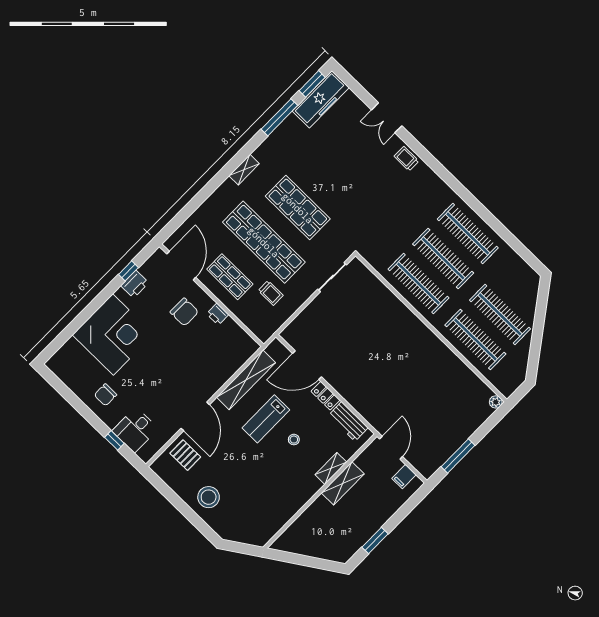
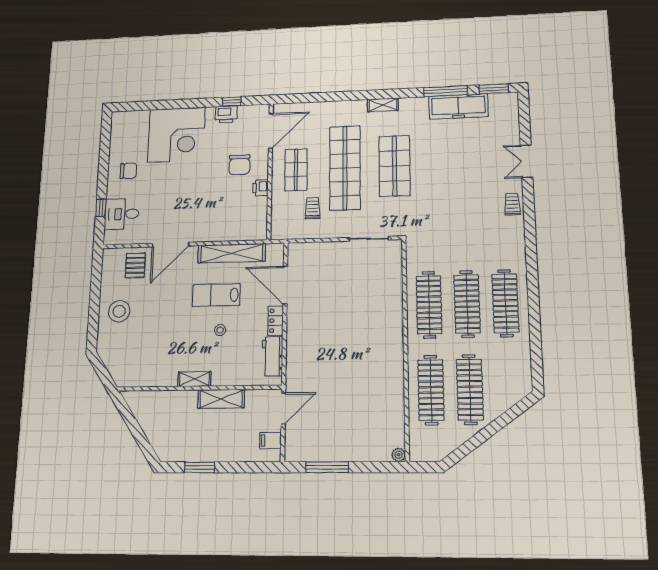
freezer: (321, 99) -> (458, 106), moved
trolley: (271, 293) -> (313, 208), turned 180
chair: (105, 395) -> (128, 171), turned 180
shelving: (331, 468) -> (194, 379), moved

